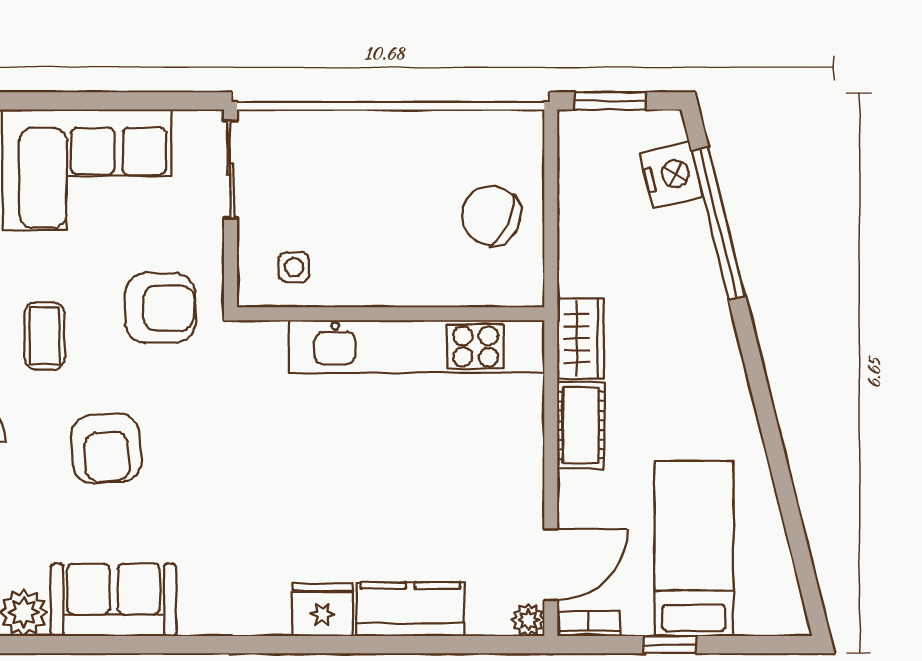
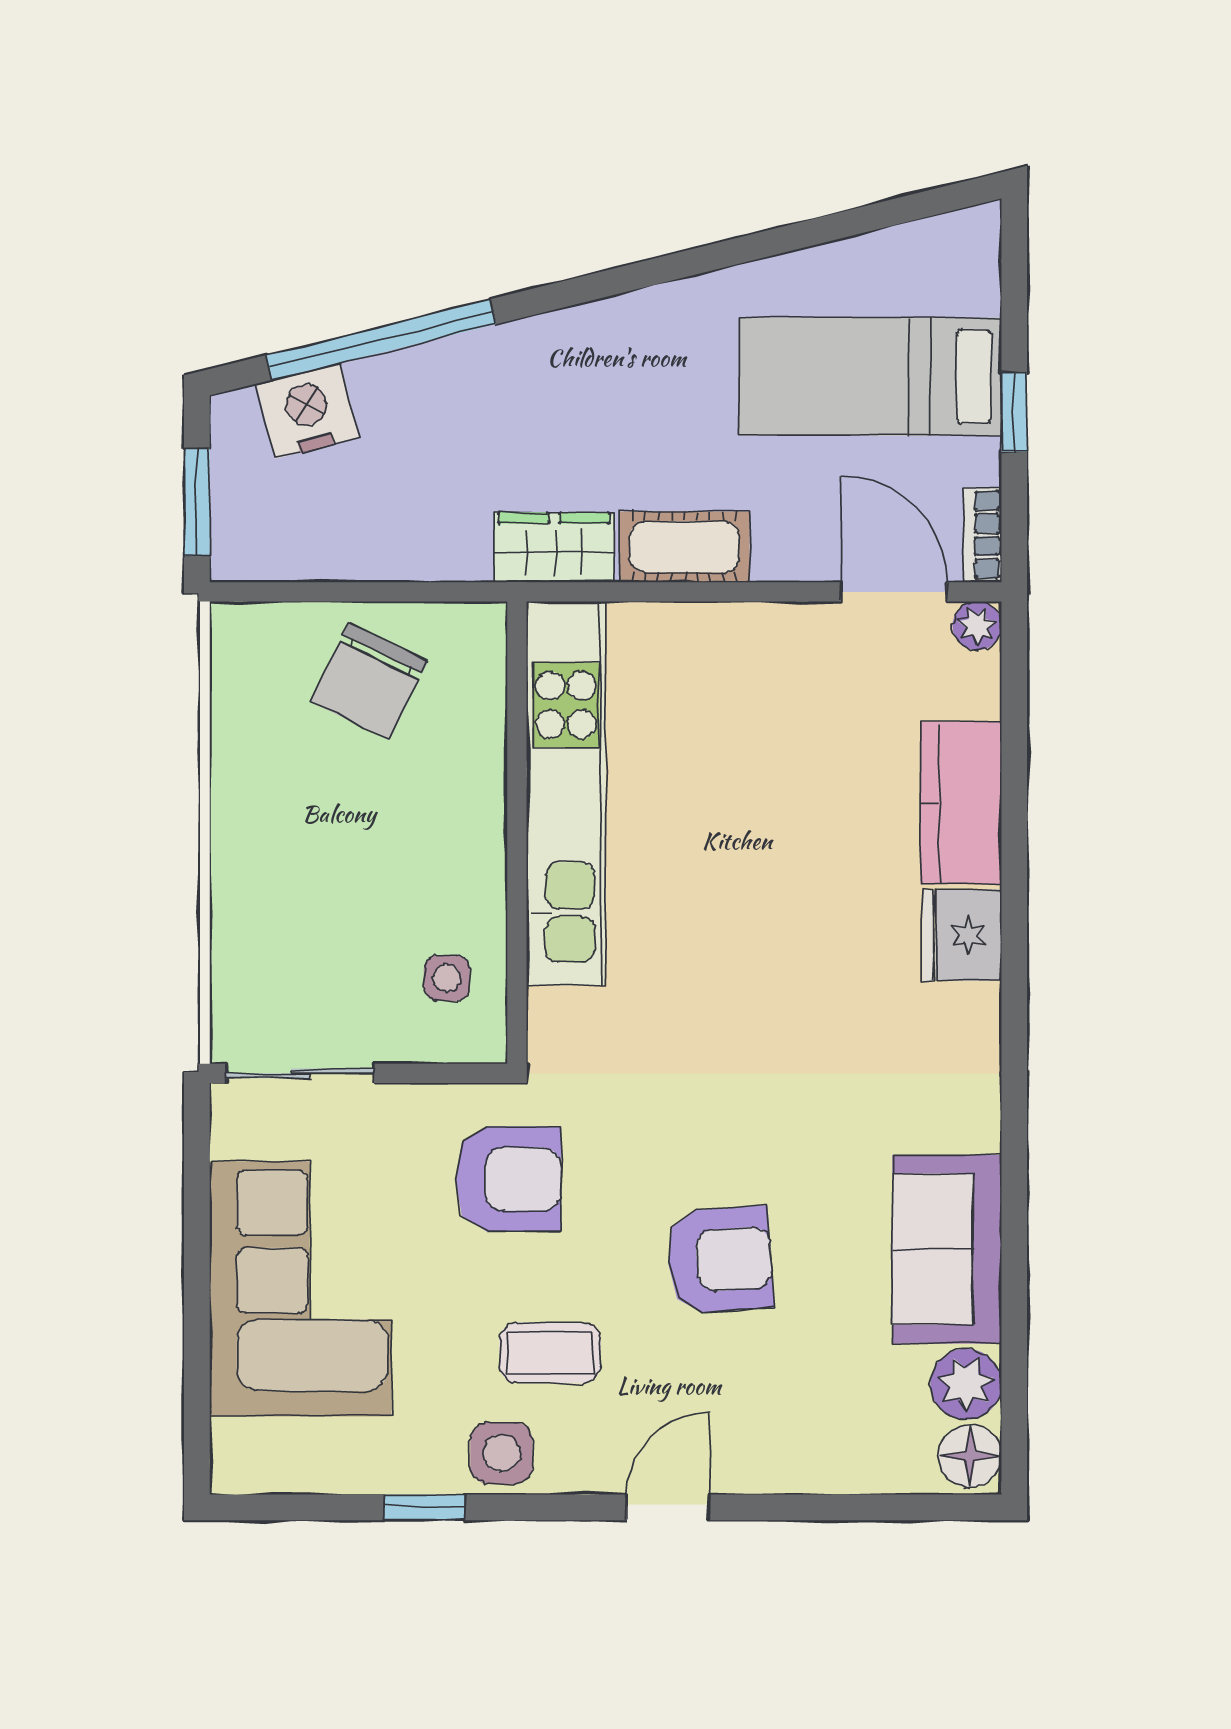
armchair: (160, 308) -> (508, 1179), turned 90

